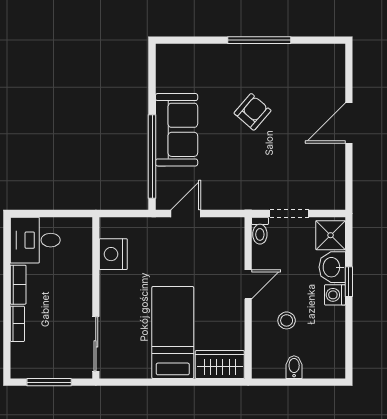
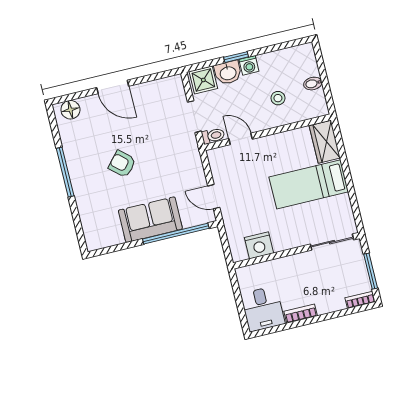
floor lamp: (334, 65) -> (70, 110), added
door: (248, 284) -> (241, 139), moved
bookcase: (17, 324) -> (360, 300), moved

